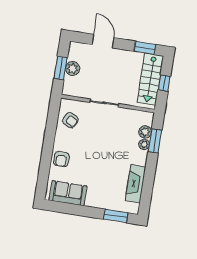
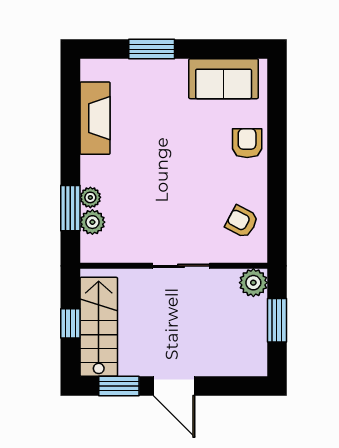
door: (103, 41) -> (174, 386), moved
plant: (73, 69) -> (253, 283), moved
window: (116, 216) -> (152, 49), moved

